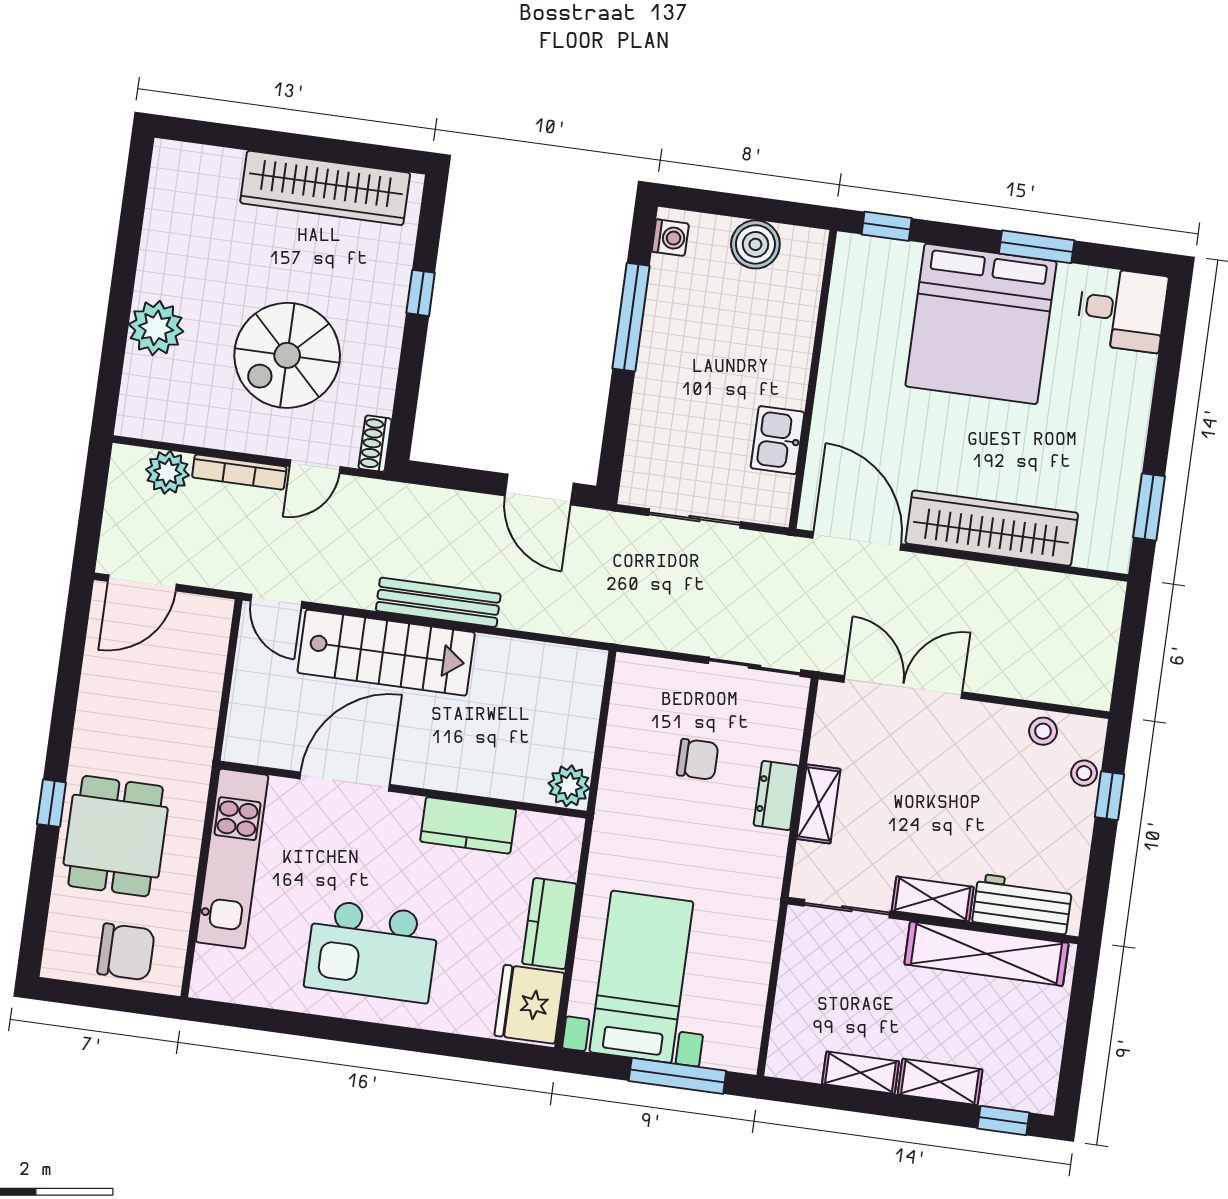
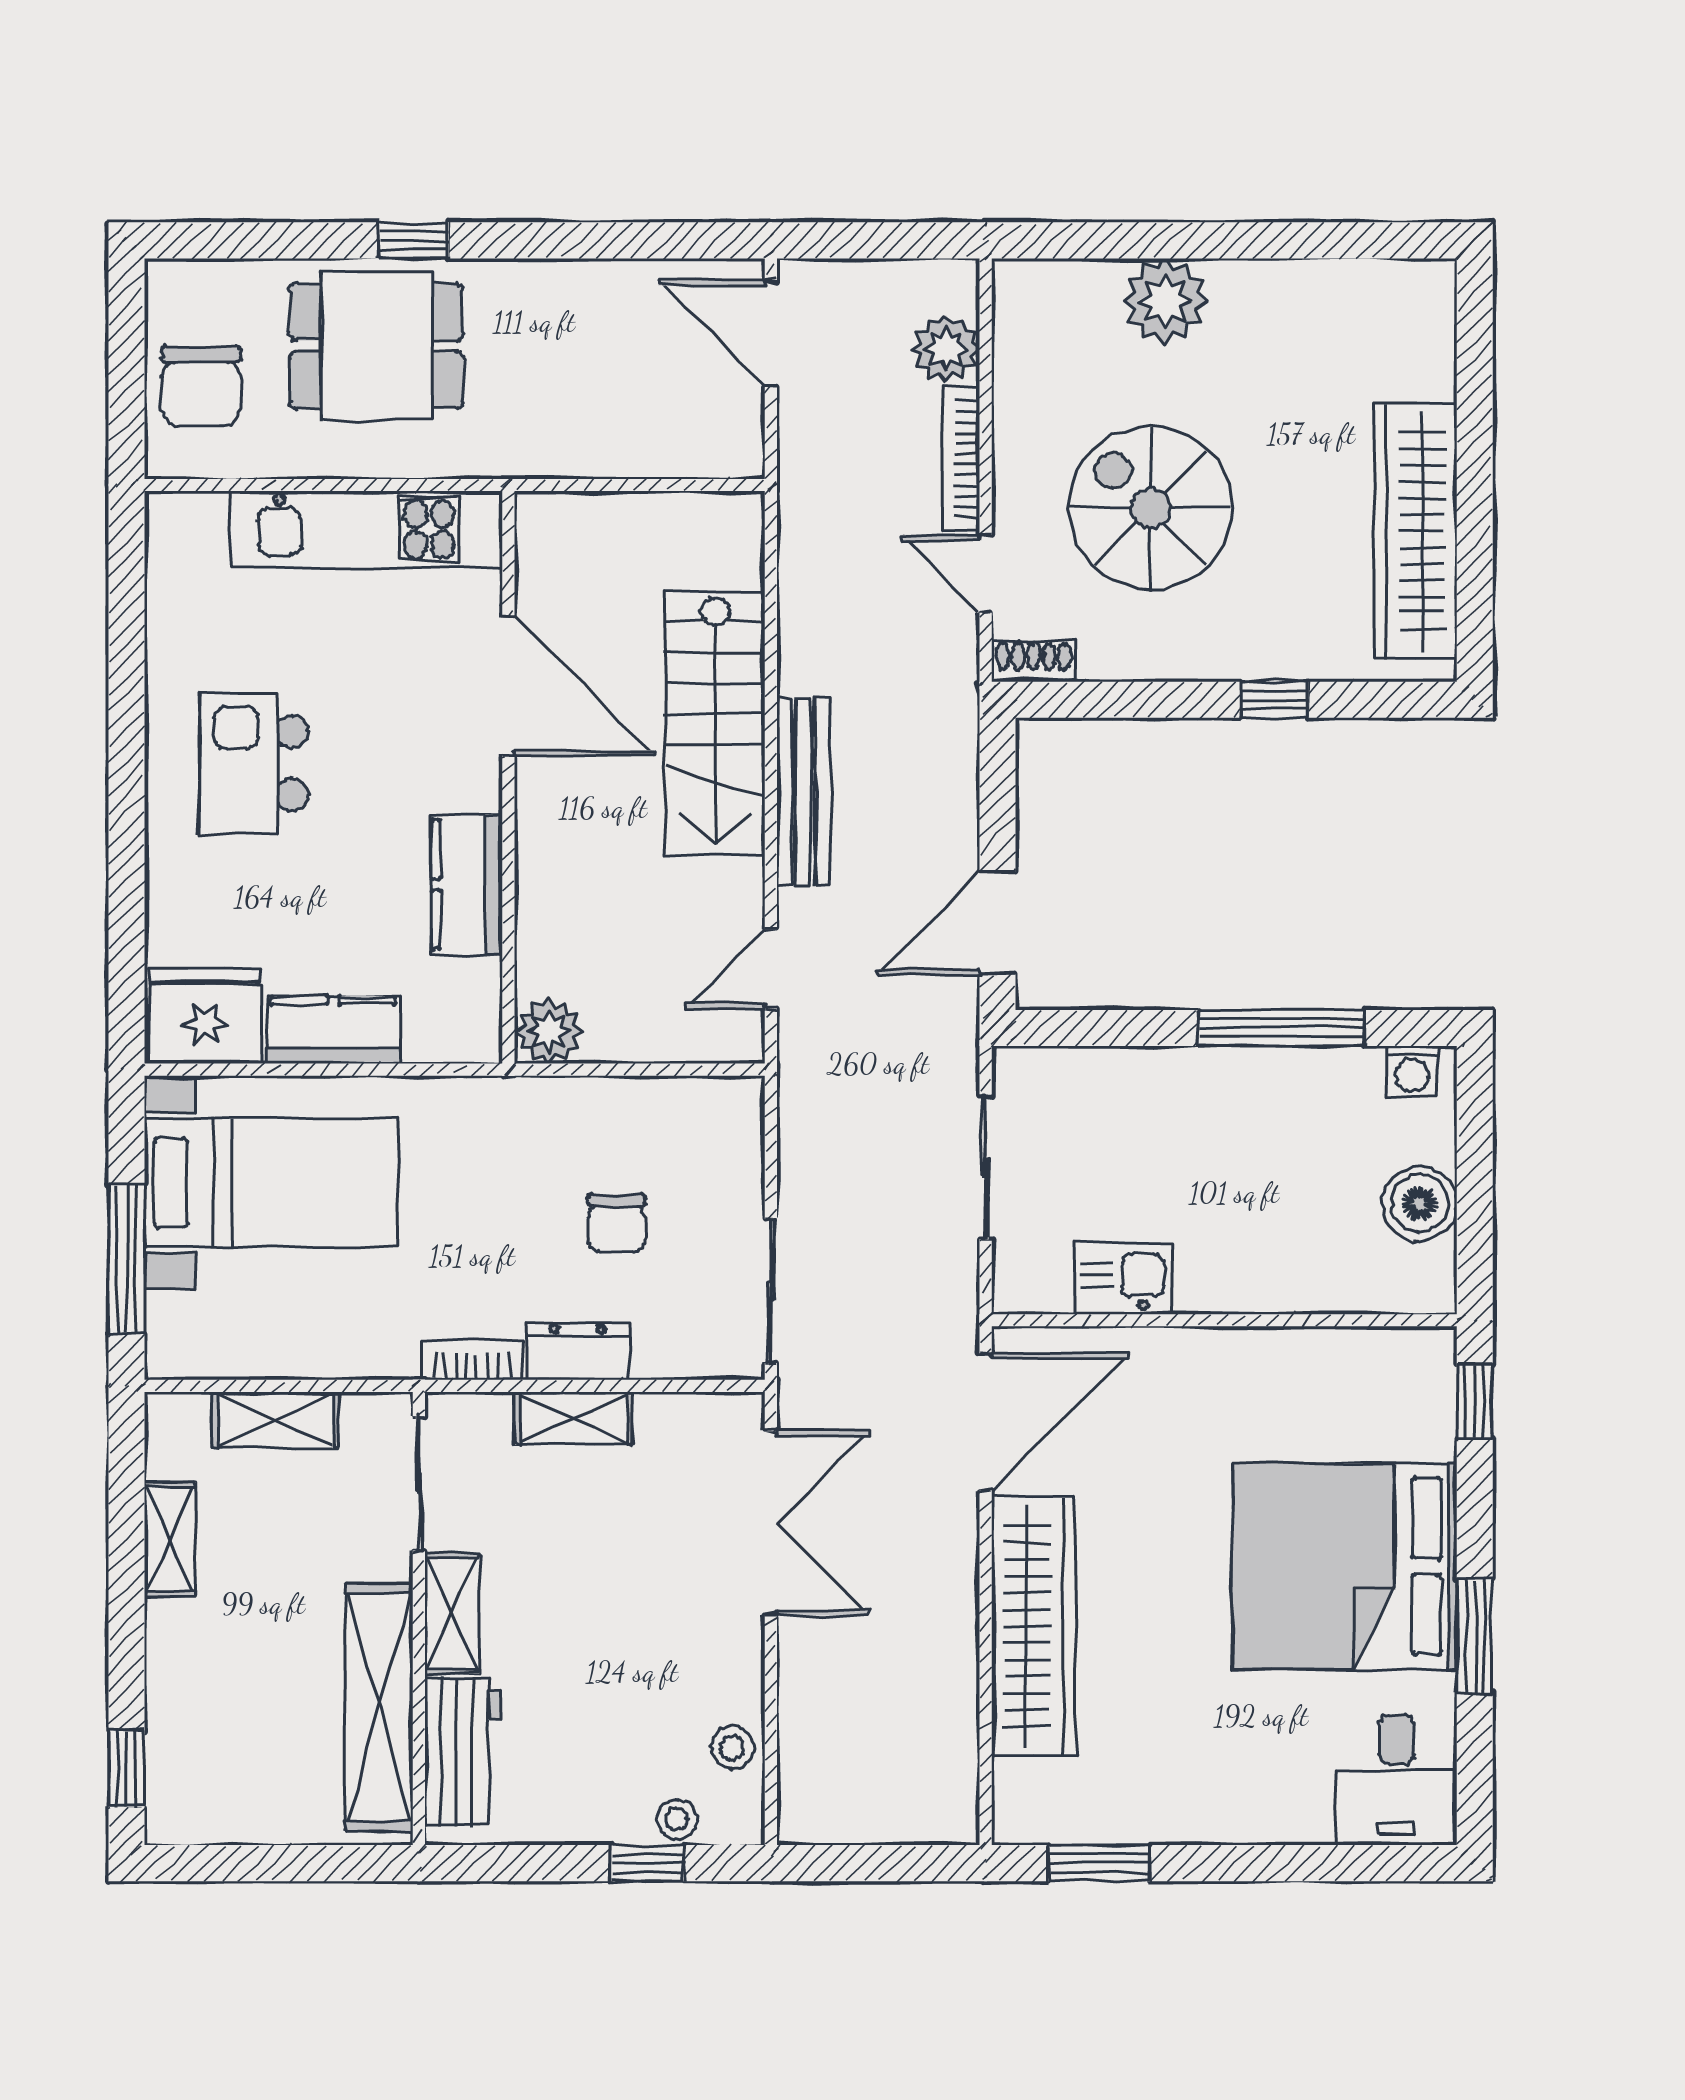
door: (276, 601) -> (771, 969), moved
bookcase: (772, 864) -> (472, 1360), added
kitchen island: (372, 951) -> (254, 763), width x0.73, depth x0.78
shelving: (940, 1082) -> (275, 1420), moved, turned 90

